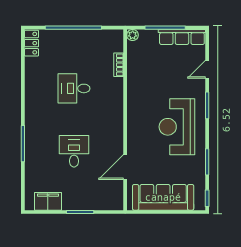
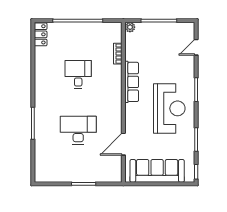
row of seats: (182, 37) -> (132, 82), moved, turned -90
door: (207, 69) -> (196, 47), moved
desk: (74, 88) -> (78, 74), turned 90
reception desk: (177, 127) -> (169, 108), turned 180
desk: (74, 151) -> (78, 130), width x1.37
filing cabinet: (48, 201) -> (55, 174), removed

